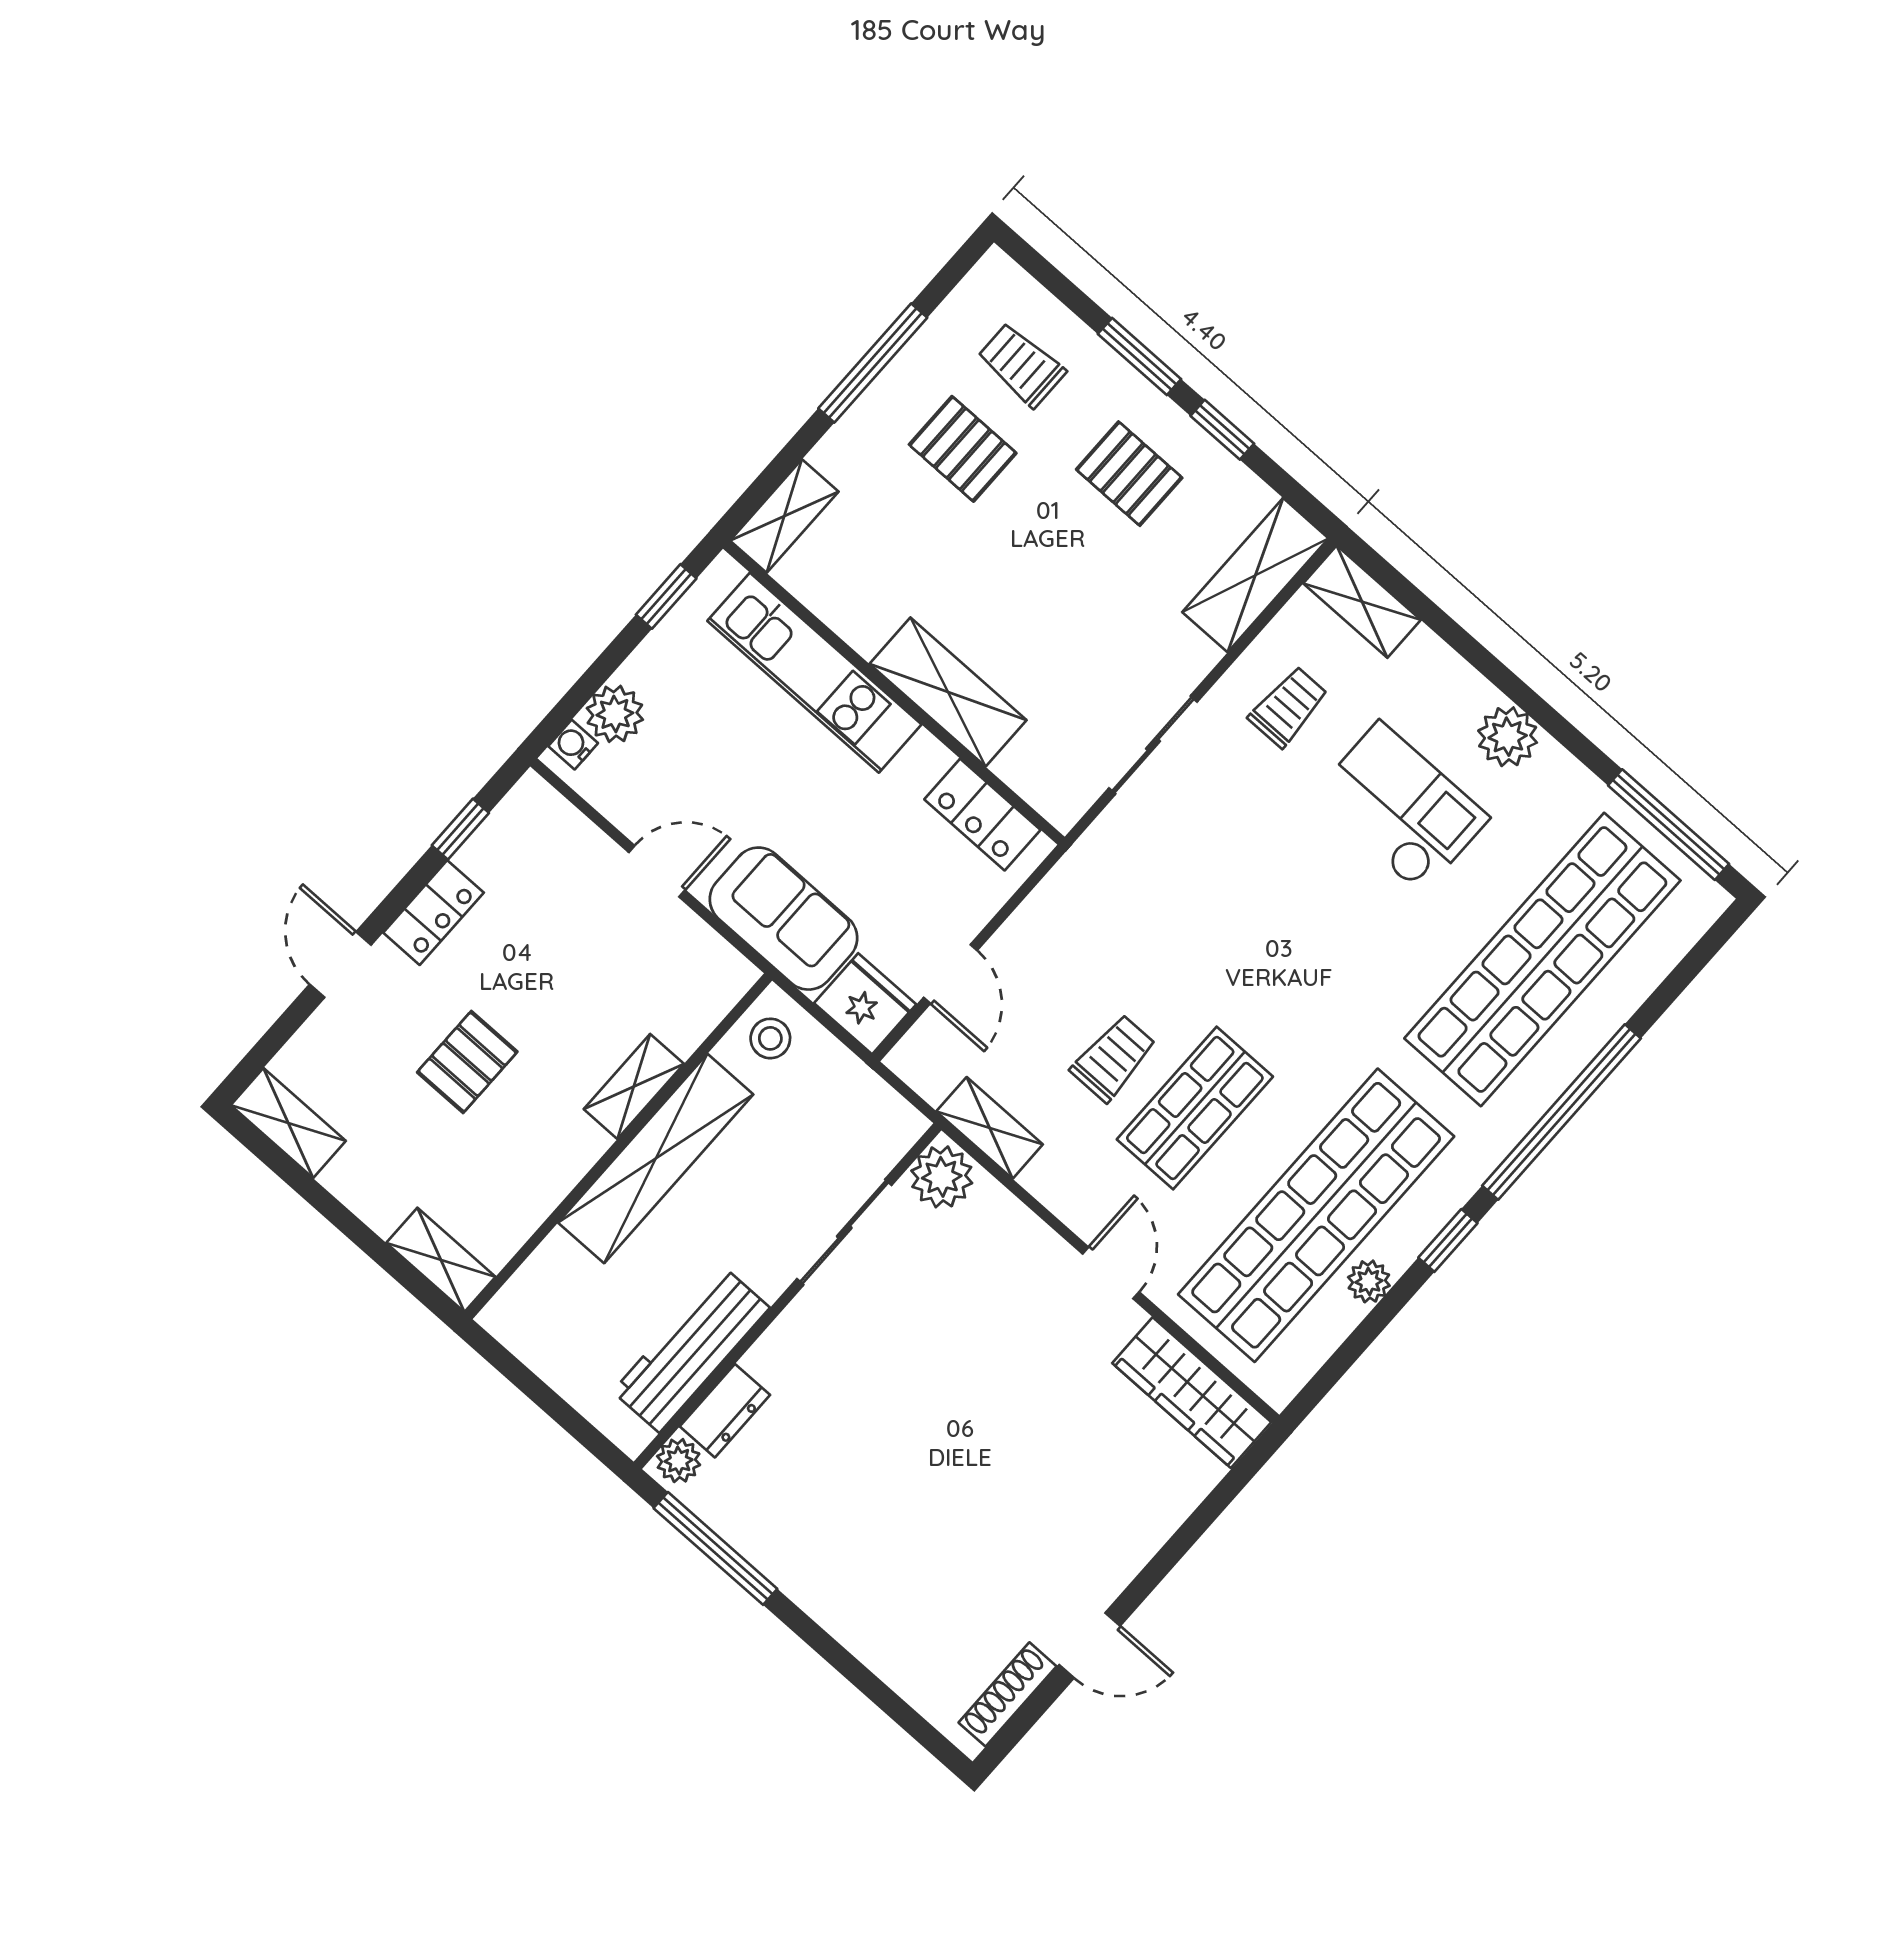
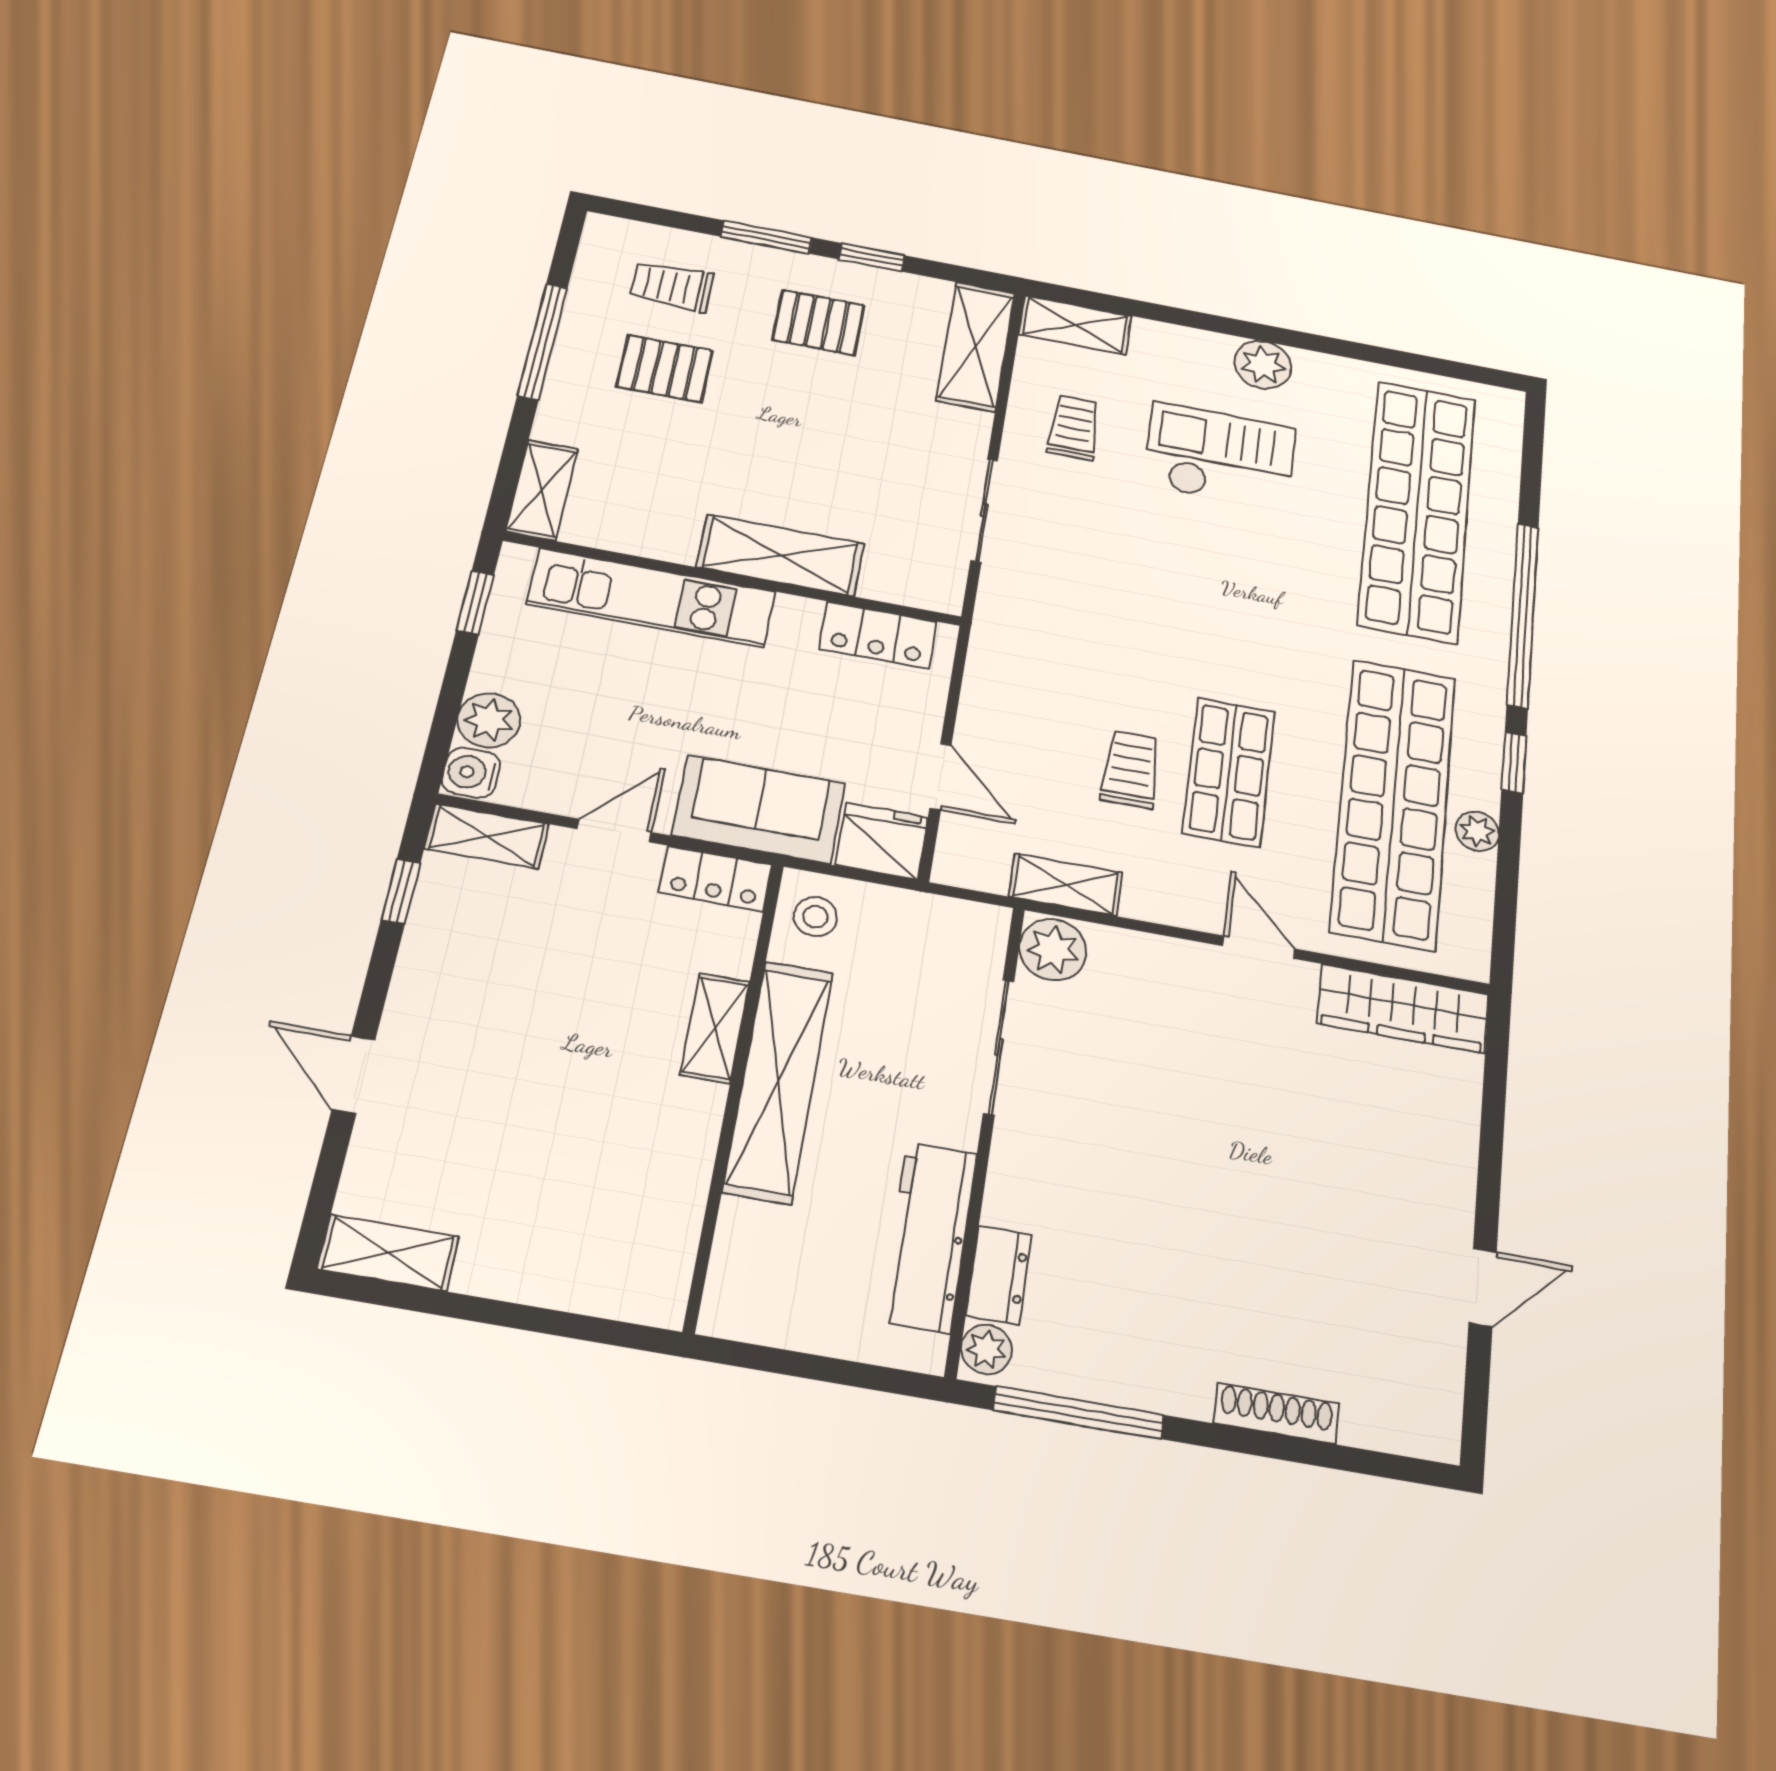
water cooler: (573, 745) -> (471, 773), width x1.38, depth x1.38
window: (1669, 825) -> (1434, 366), removed
locker: (433, 913) -> (716, 879), moved, turned 90
pallet: (467, 1062) -> (537, 1095), removed
shelving: (441, 1260) -> (487, 836), moved
shoe rack: (1008, 1694) -> (1276, 1413), moved, turned 90

